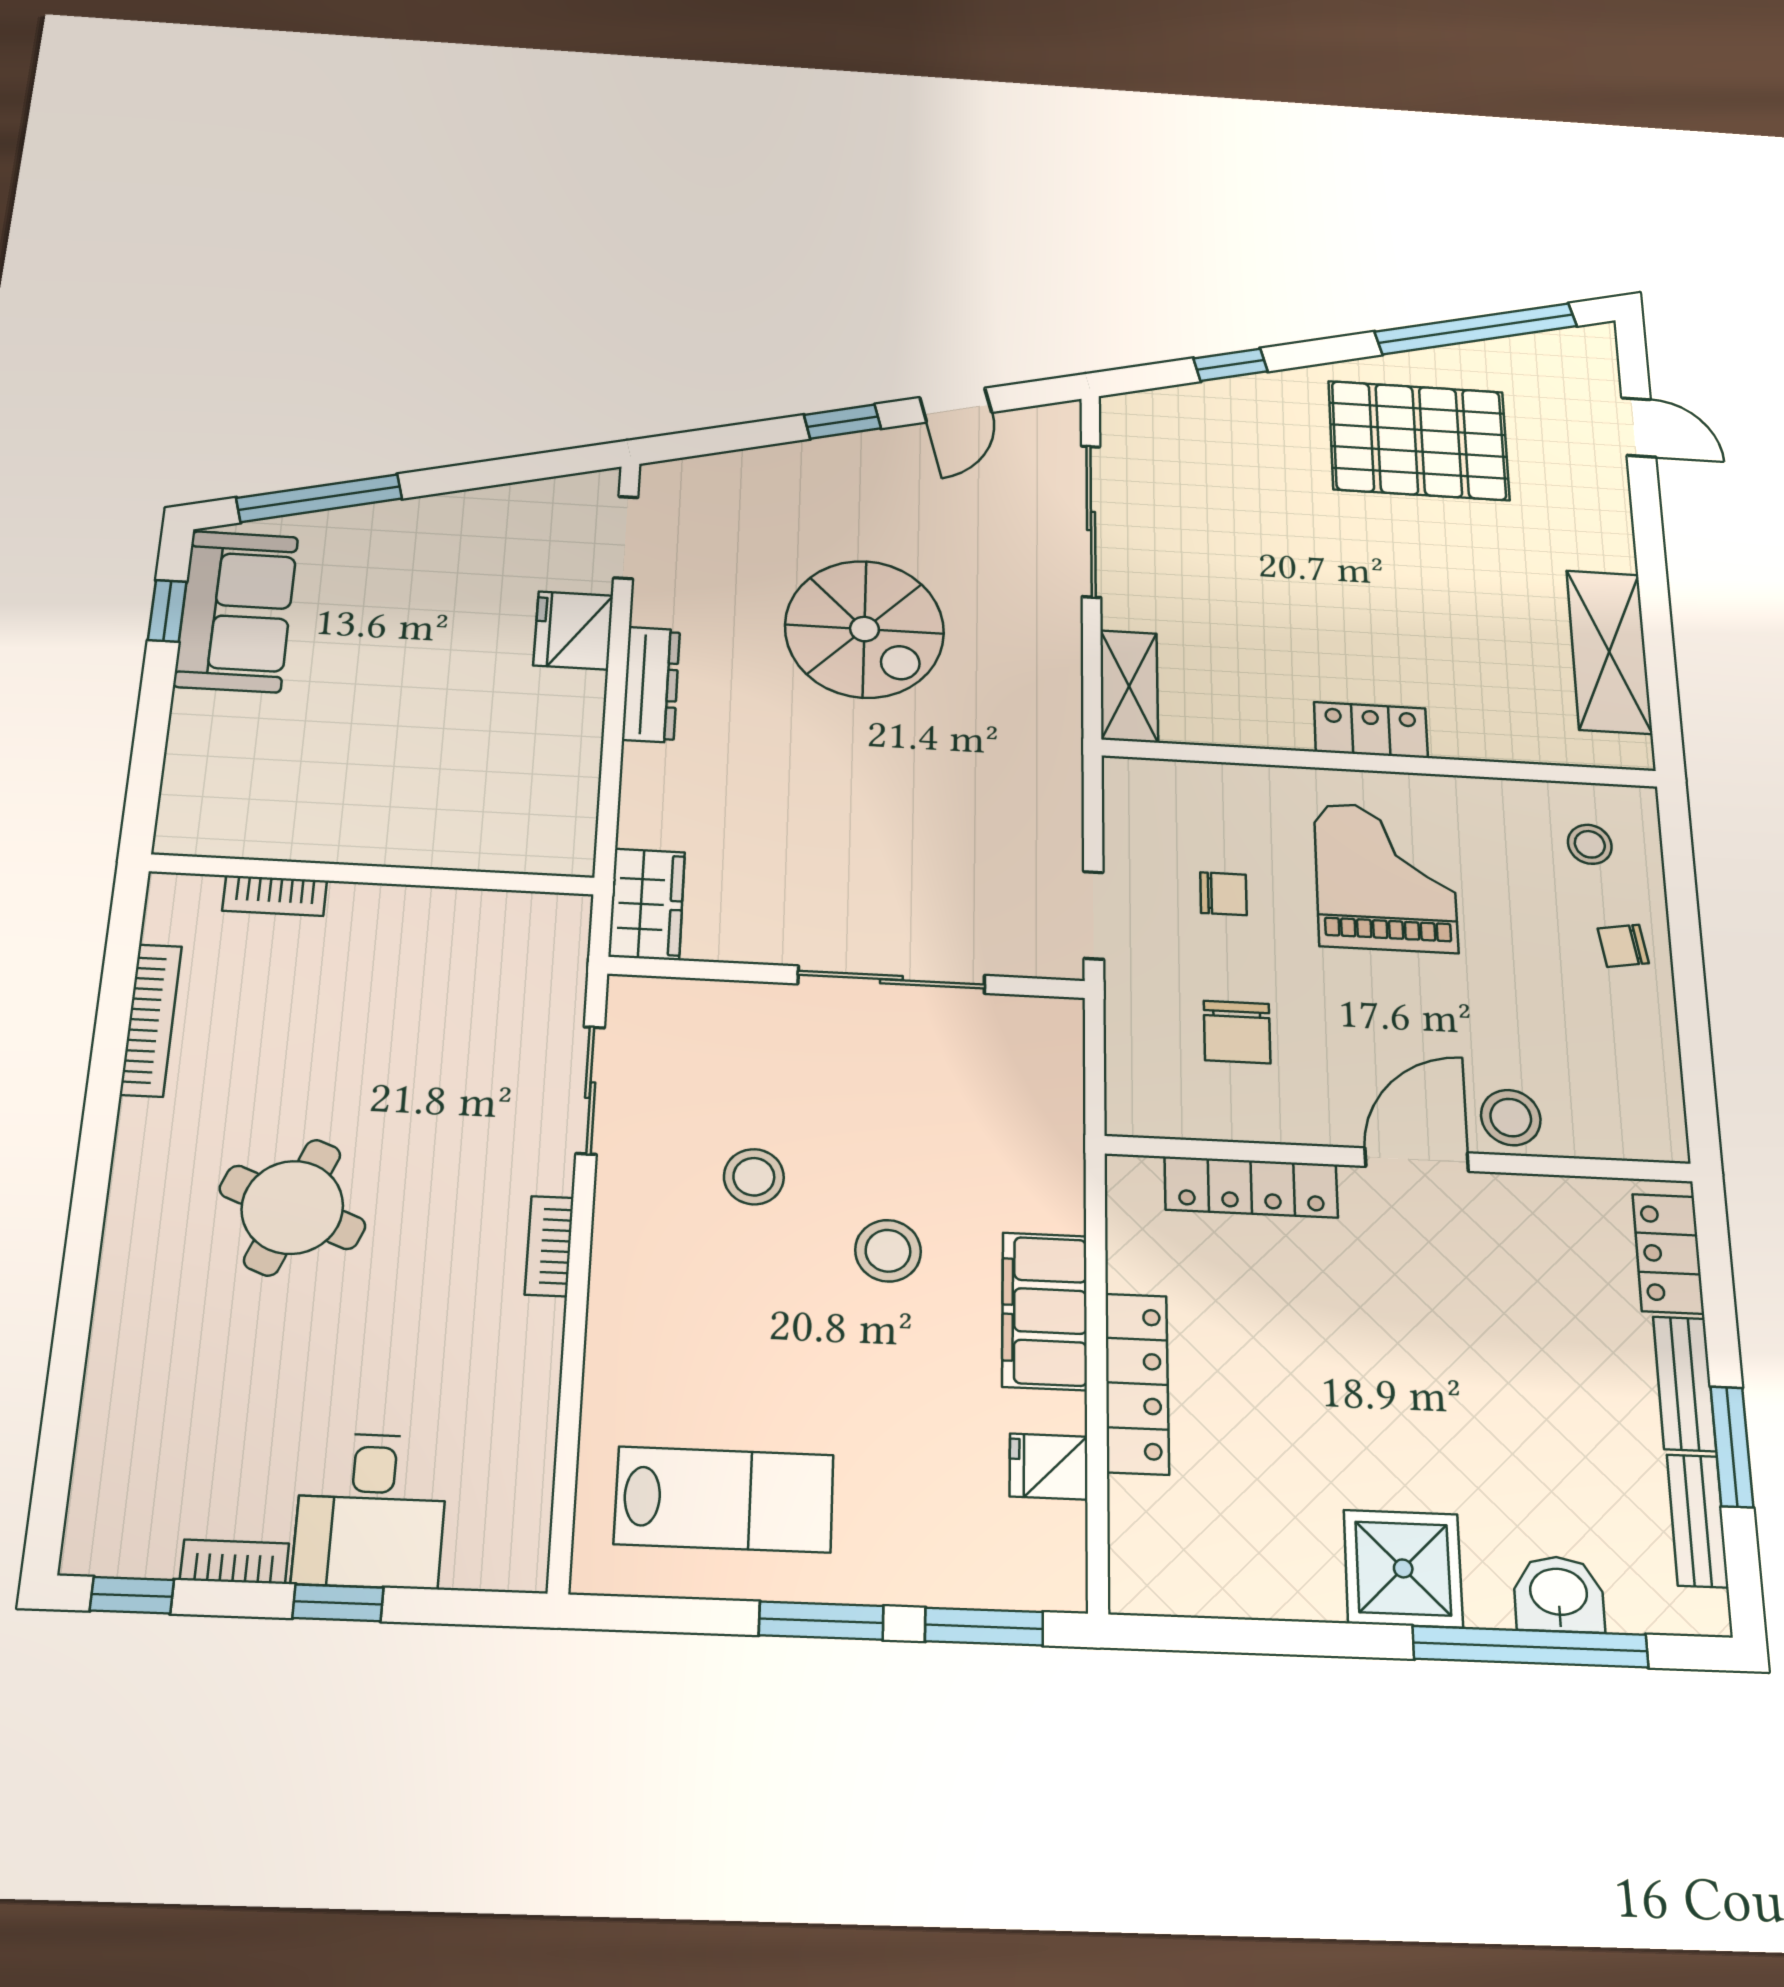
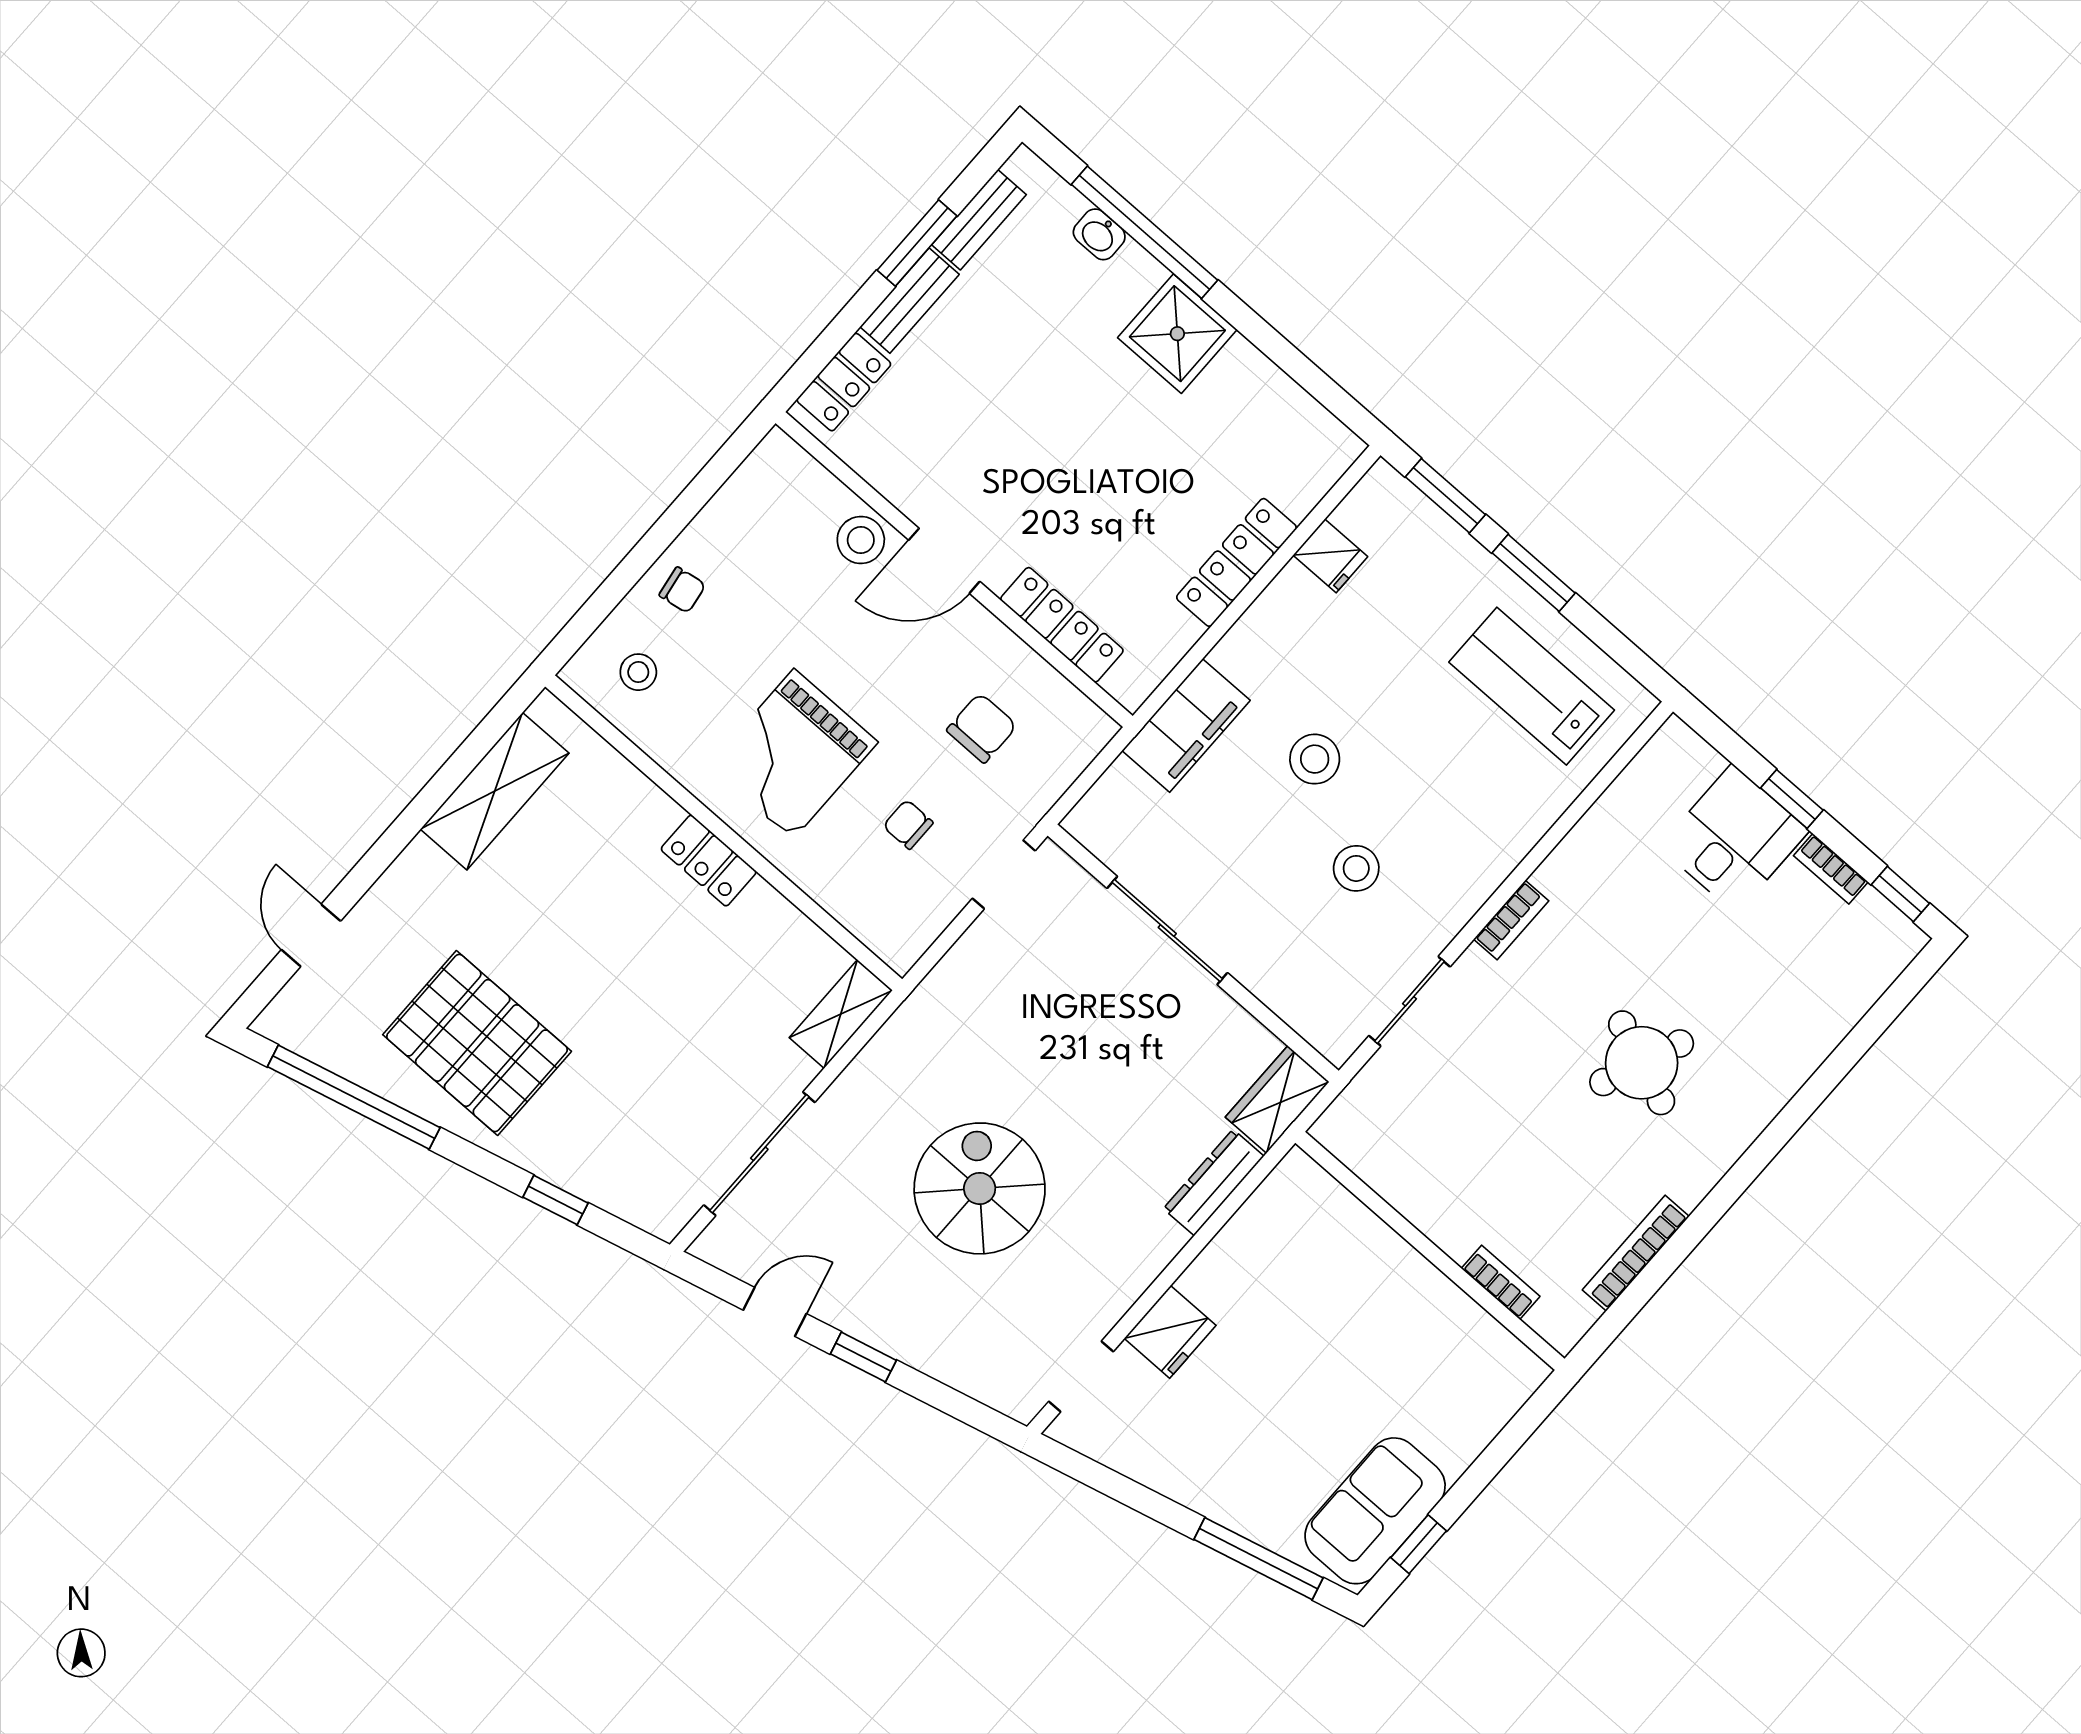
dresser: (651, 684) -> (1214, 1182), moved
filing cabinet: (1045, 1311) -> (1186, 726), moved
washbasin: (1559, 1594) -> (1099, 234), width x0.72, depth x0.69

